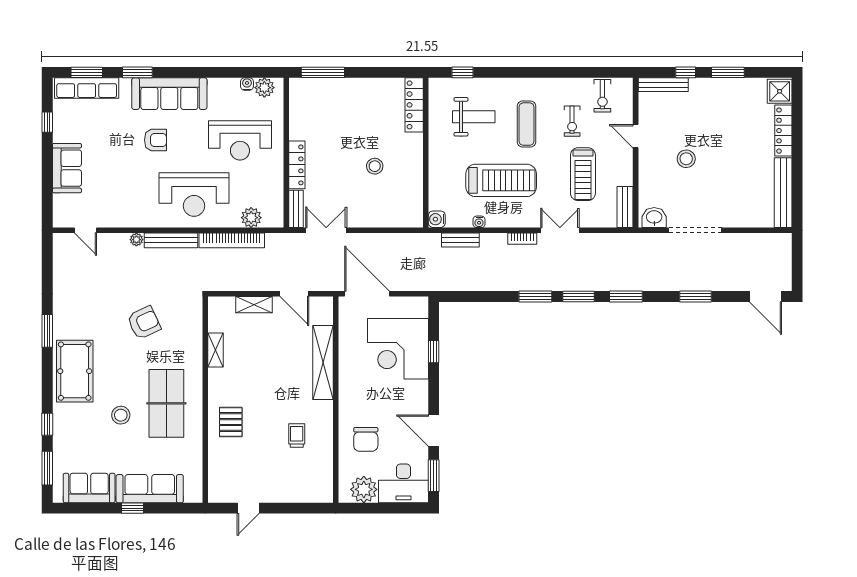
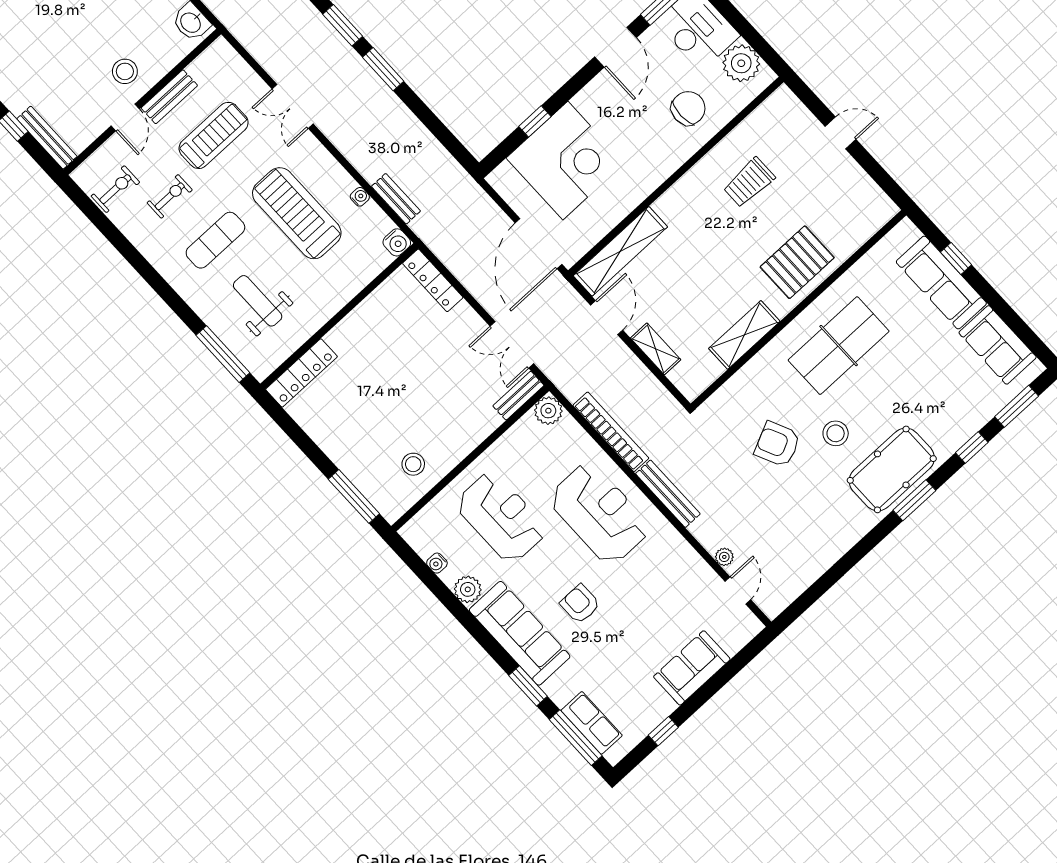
window: (87, 72) -> (576, 738), width x1.44
window: (462, 72) -> (223, 354), width x2.17
row of seats: (87, 88) -> (592, 723), width x0.68
plant: (264, 88) -> (468, 589), moved
stool: (686, 159) -> (125, 71), moved
locker: (297, 165) -> (433, 280), moved, turned -90
stool: (375, 166) -> (413, 464), moved
bench: (625, 207) -> (169, 97), moved
plant: (251, 218) -> (548, 411), moved
bookcase: (522, 239) -> (336, 137), removed
plant: (136, 240) -> (724, 557), moved
window: (47, 331) -> (914, 500), moved
shelving: (215, 350) -> (744, 335), width x1.50, depth x1.33
shelving: (323, 363) -> (620, 251), moved
stool: (121, 415) -> (836, 433), moved
pallet: (231, 422) -> (797, 262), width x1.50, depth x1.42
trolley: (297, 435) -> (749, 182), width x1.36, depth x1.39
window: (132, 508) -> (956, 258), moved
door: (248, 508) -> (840, 133), moved

